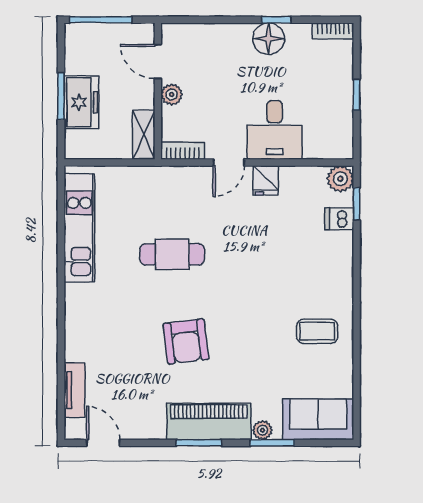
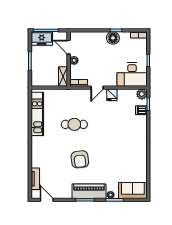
freezer: (81, 102) -> (42, 39), moved, turned 90
desk: (275, 130) -> (132, 75), moved, width x1.37
coffee table: (317, 331) -> (132, 155), removed

